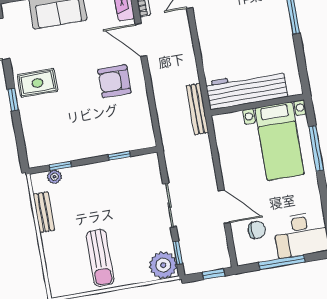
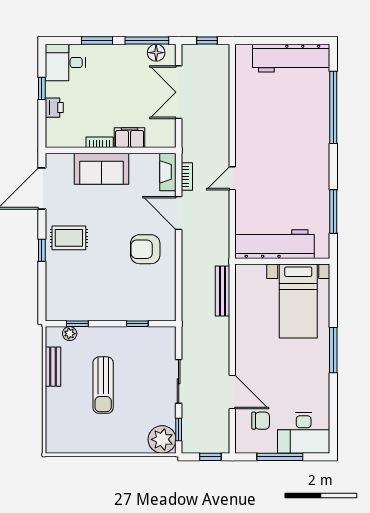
workbench: (247, 89) -> (275, 244), moved
wall: (257, 105) -> (282, 261), moved
bed with nightstands: (280, 141) -> (298, 301), moved
sun lounger: (100, 258) -> (103, 385), moved

